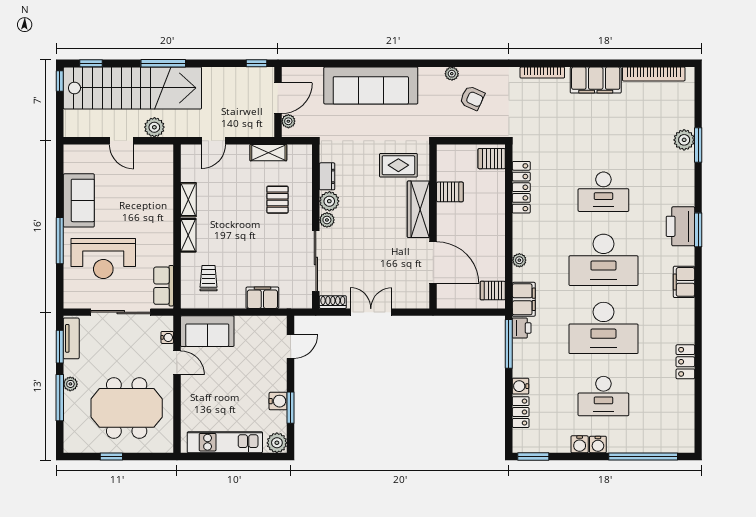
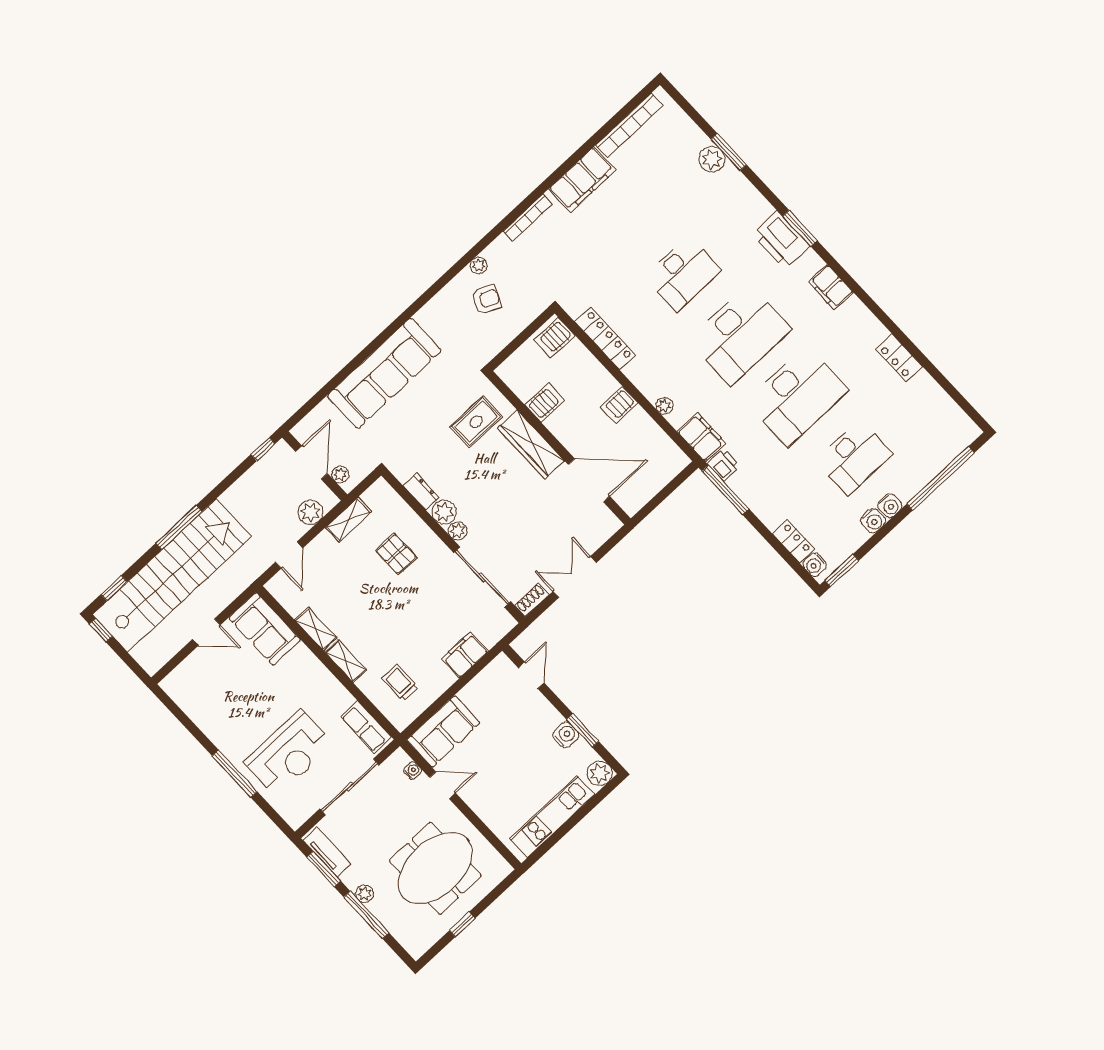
plant: (452, 74) -> (479, 265), moved
plant: (154, 127) -> (310, 512), moved
sofa: (79, 200) -> (265, 629), moved, turned 180
server rack: (493, 291) -> (619, 405), moved
water cooler: (520, 386) -> (815, 565), moved

